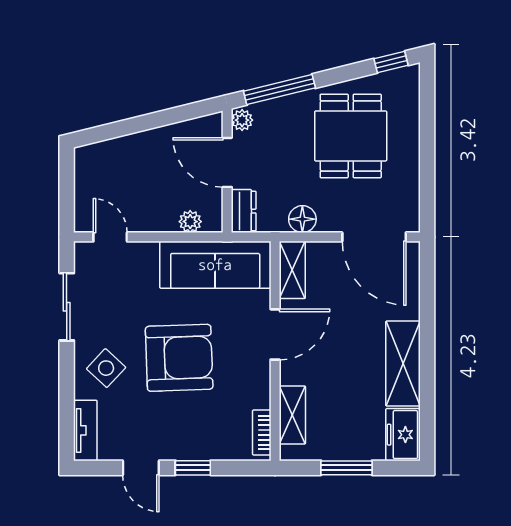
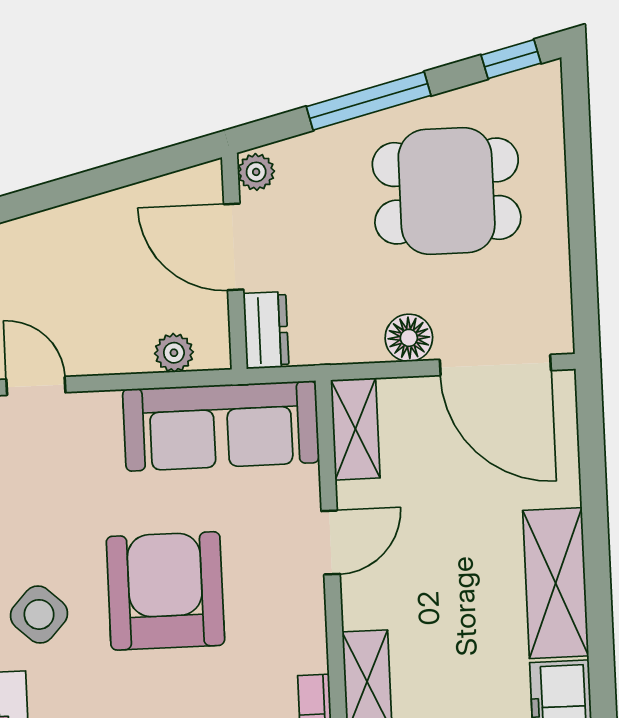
window: (279, 89) -> (369, 101), moved
dining table: (351, 136) -> (447, 191), turned 90
floor lamp: (302, 219) -> (409, 338), moved
door: (275, 334) -> (331, 543), width x0.73
armchair: (179, 358) -> (165, 591), turned -88

